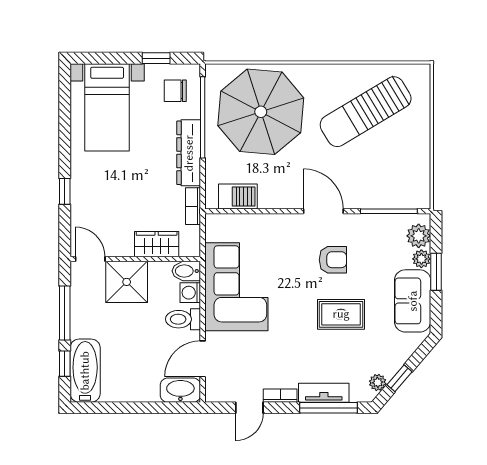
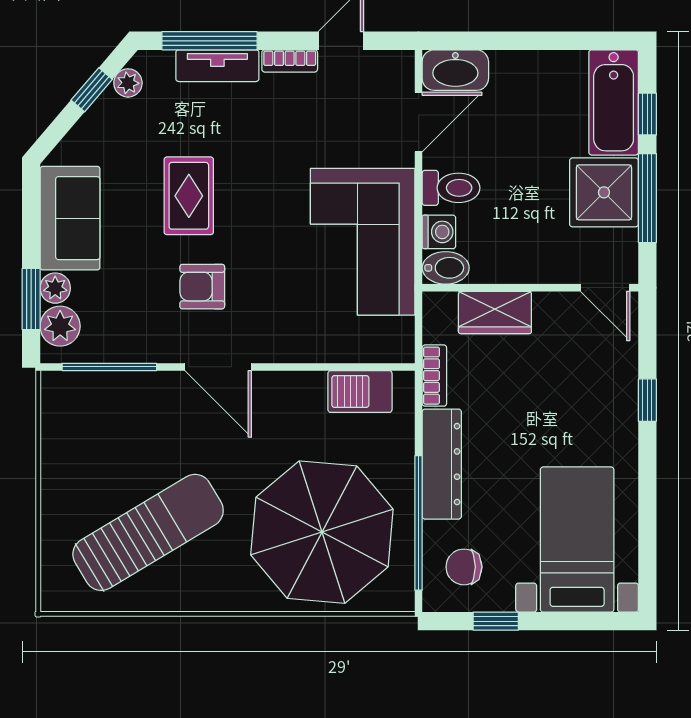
chair: (175, 91) -> (464, 567), turned 180
window: (436, 272) -> (31, 299), moved
shower: (127, 282) -> (604, 192), moved
rug: (341, 314) -> (189, 196), turned 90

